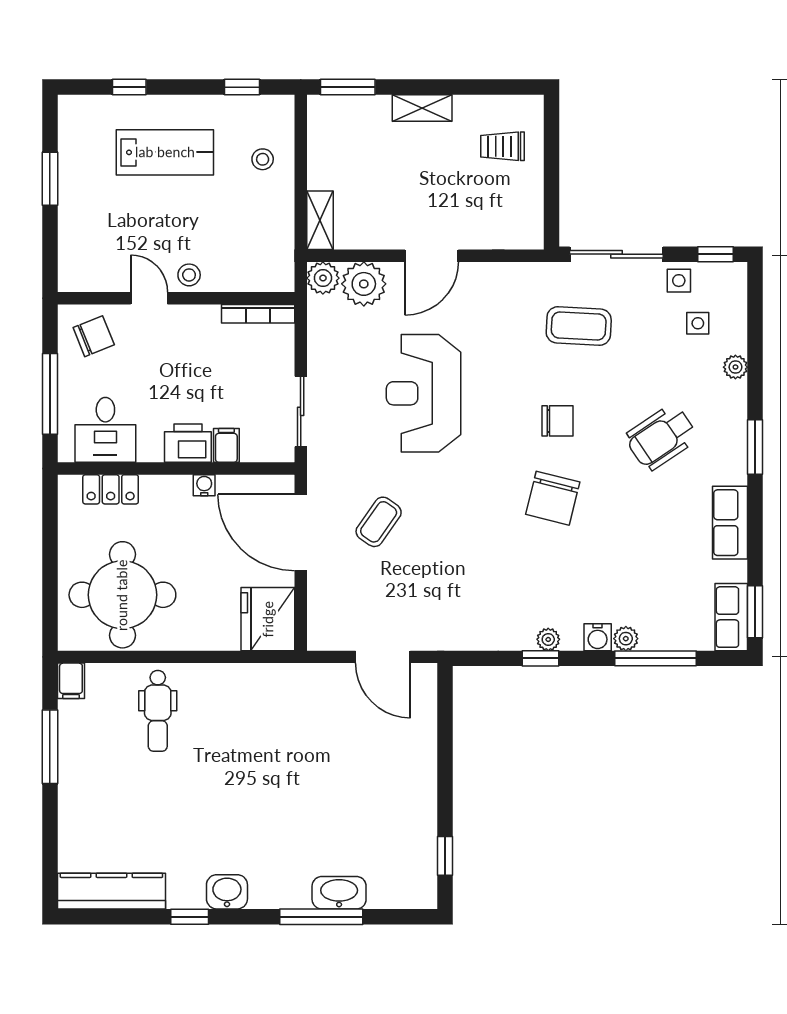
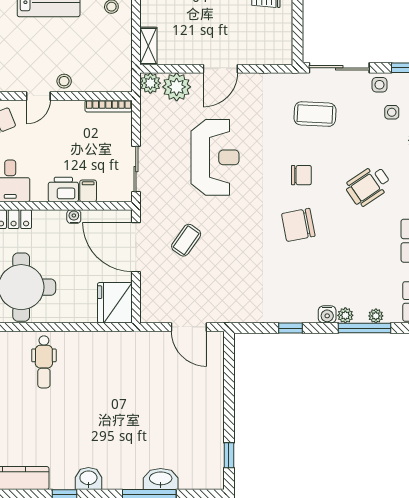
door: (149, 298) -> (38, 96), swing flipped
reception desk: (424, 393) -> (215, 157), turned 180
chair: (553, 498) -> (298, 225), turned 65
plant: (548, 639) -> (376, 316), moved

